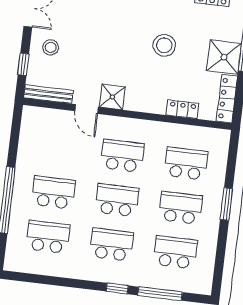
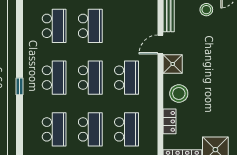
stool: (164, 45) -> (179, 93), moved
window: (160, 294) -> (19, 121), removed

